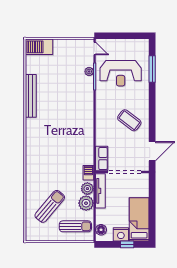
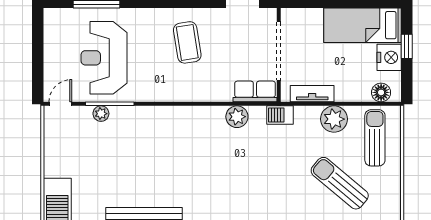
reception desk: (121, 73) -> (104, 58), turned 180
coffee table: (129, 120) -> (187, 42), turned -46
plant: (87, 189) -> (237, 117), moved
tv unit: (100, 191) -> (312, 94), width x0.71

